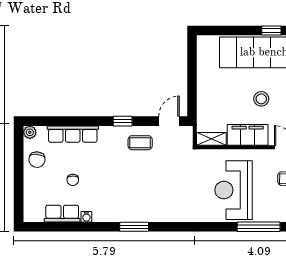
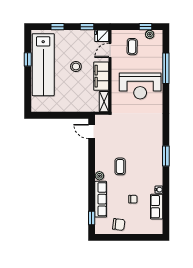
window: (123, 121) -> (92, 218), moved
plant: (30, 132) -> (99, 176), moved
coffee table: (140, 143) -> (120, 166), moved

